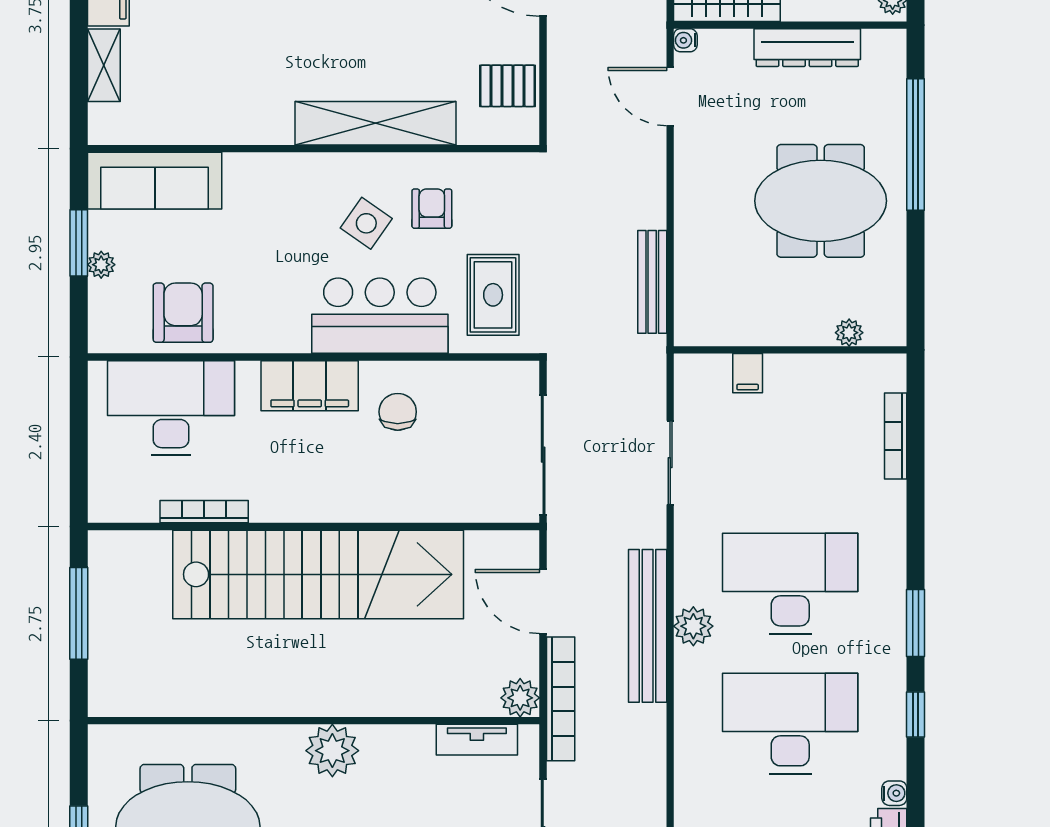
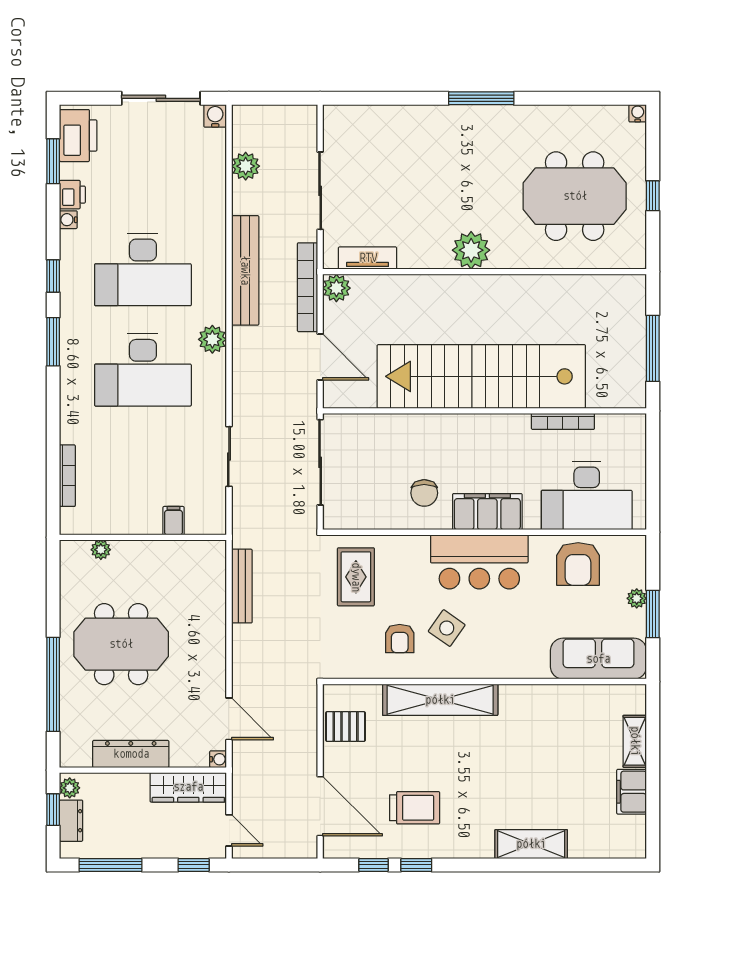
bar counter: (380, 316) -> (479, 562), moved
bench: (648, 626) -> (245, 270), moved

